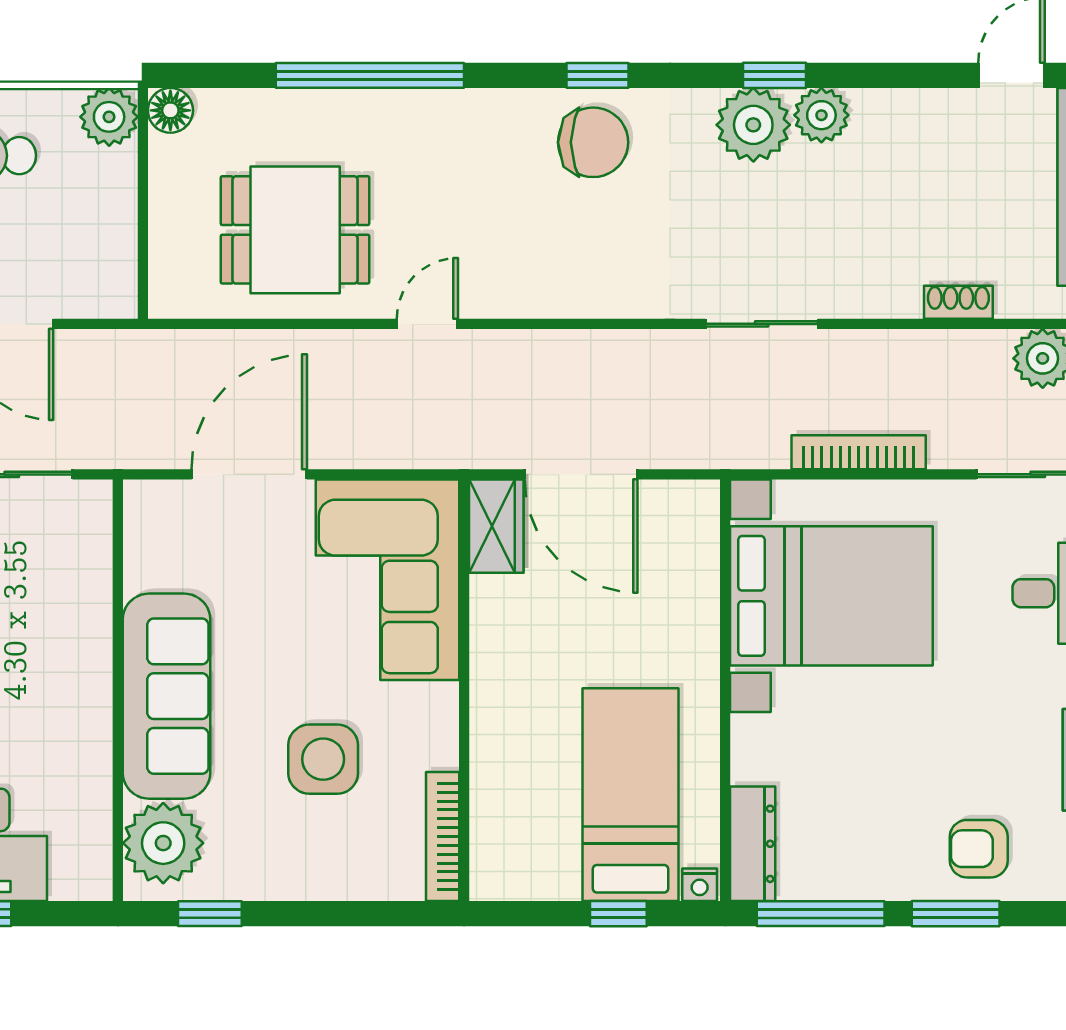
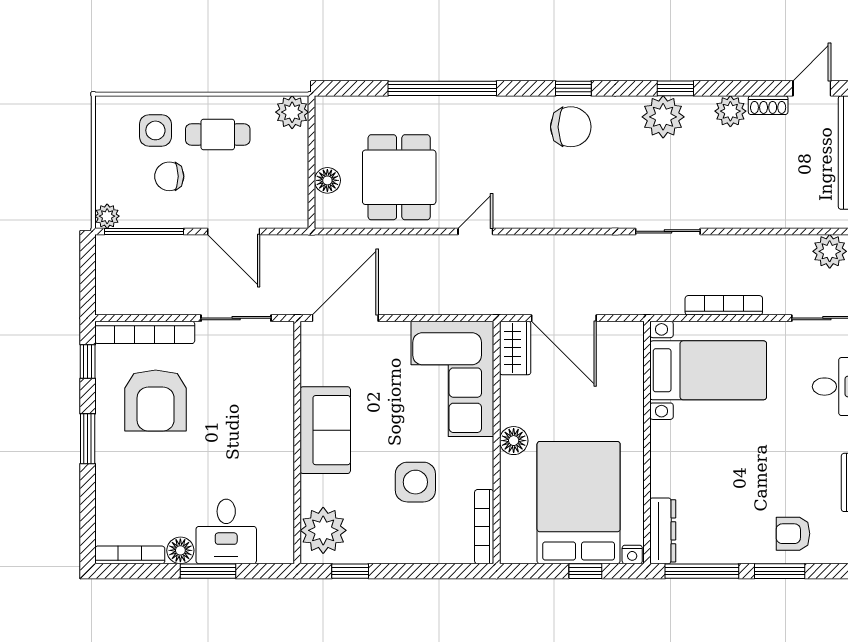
floor lamp: (170, 110) -> (327, 180), moved
plant: (821, 115) -> (730, 111), moved
dining table: (295, 230) -> (399, 177), turned 90
shoe rack: (958, 302) -> (768, 105), moved, turned 180
door: (249, 474) -> (345, 318), moved
bed with nightstands: (831, 596) -> (708, 370), width x0.73
floor lamp: (494, 687) -> (514, 441), added
sofa: (167, 696) -> (325, 430), width x0.73
bed: (630, 795) -> (579, 503), width x1.50

